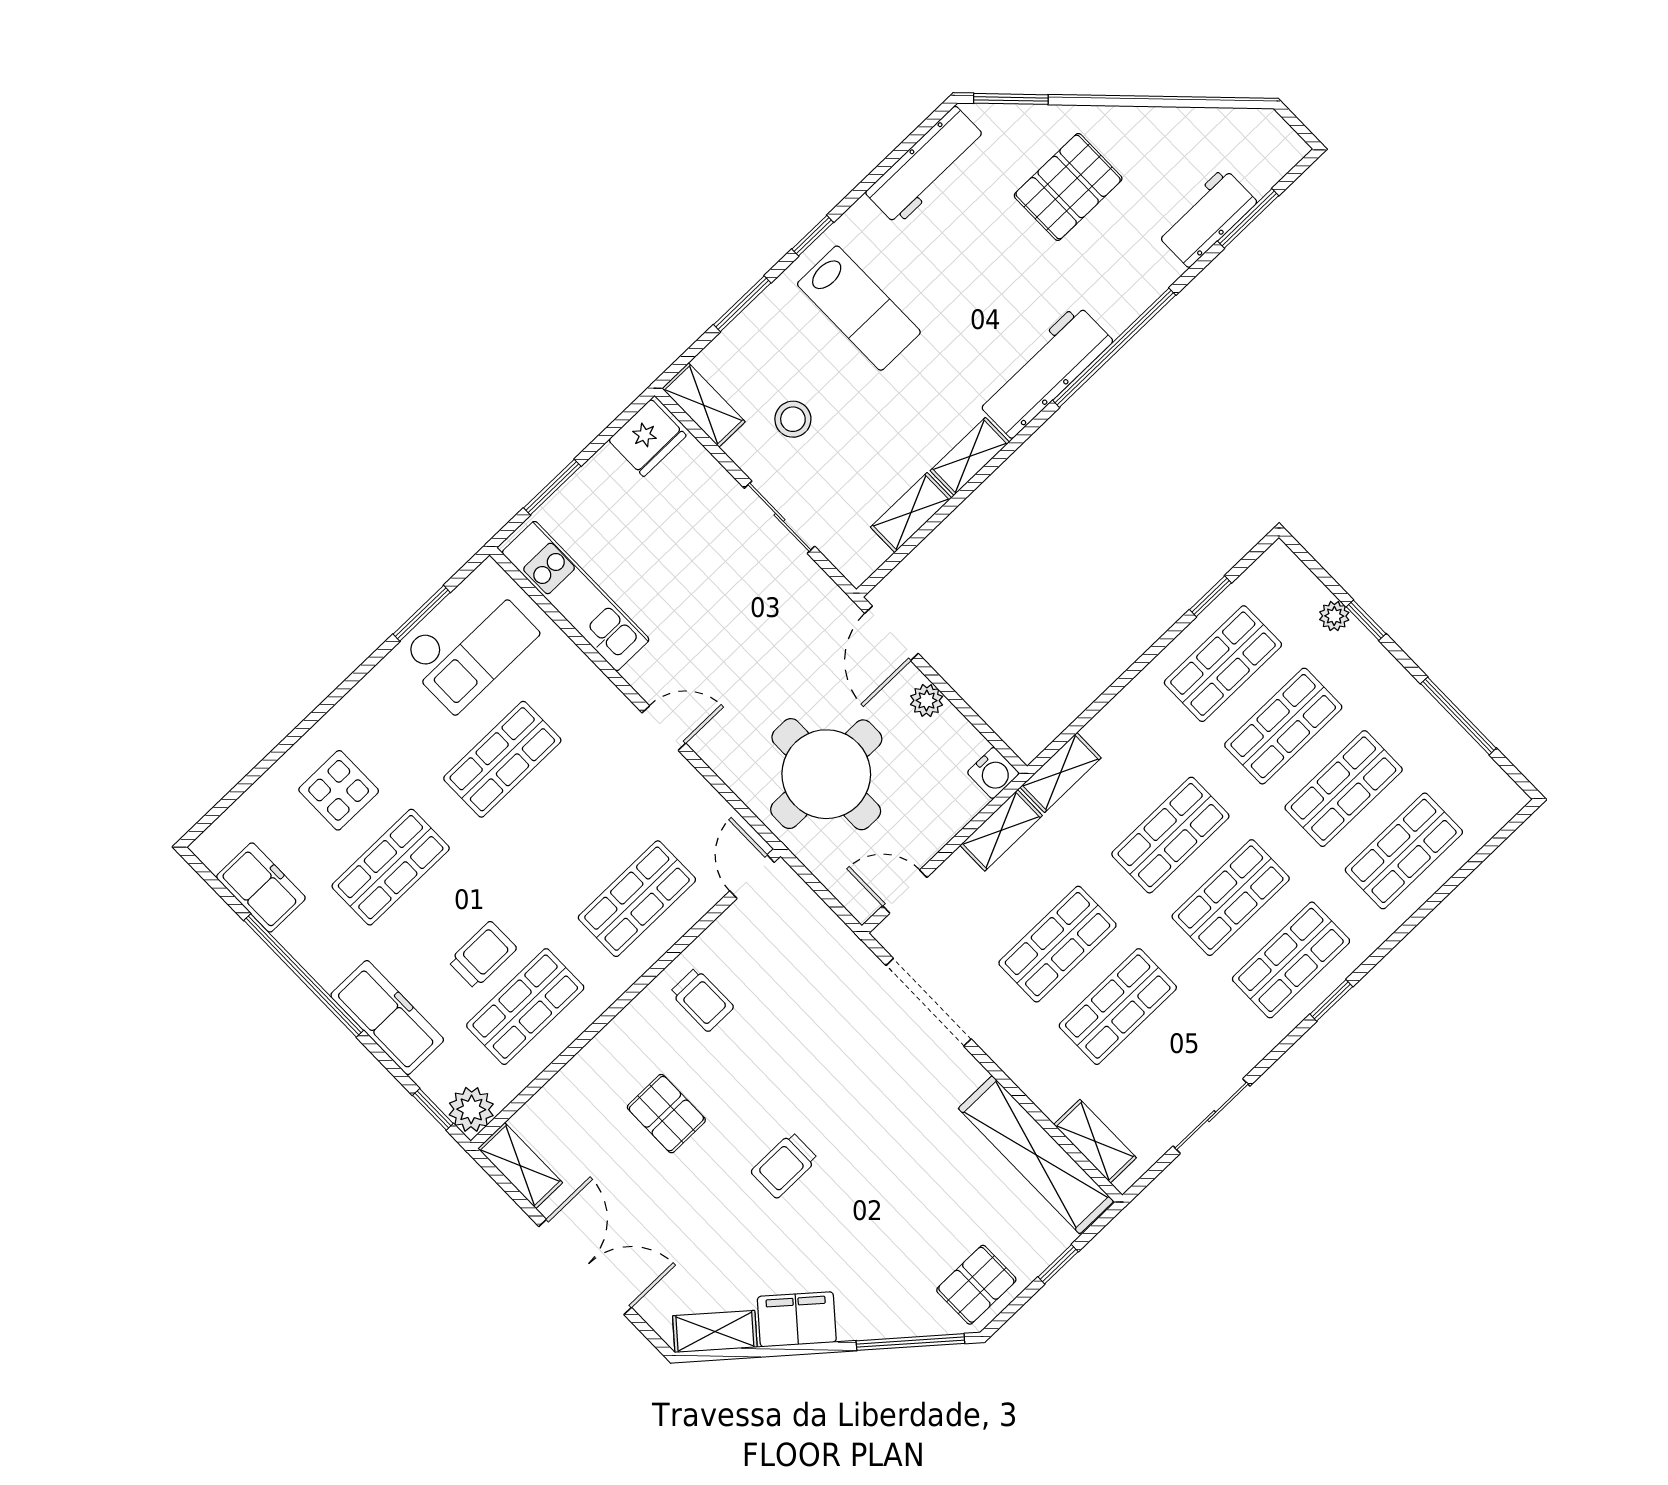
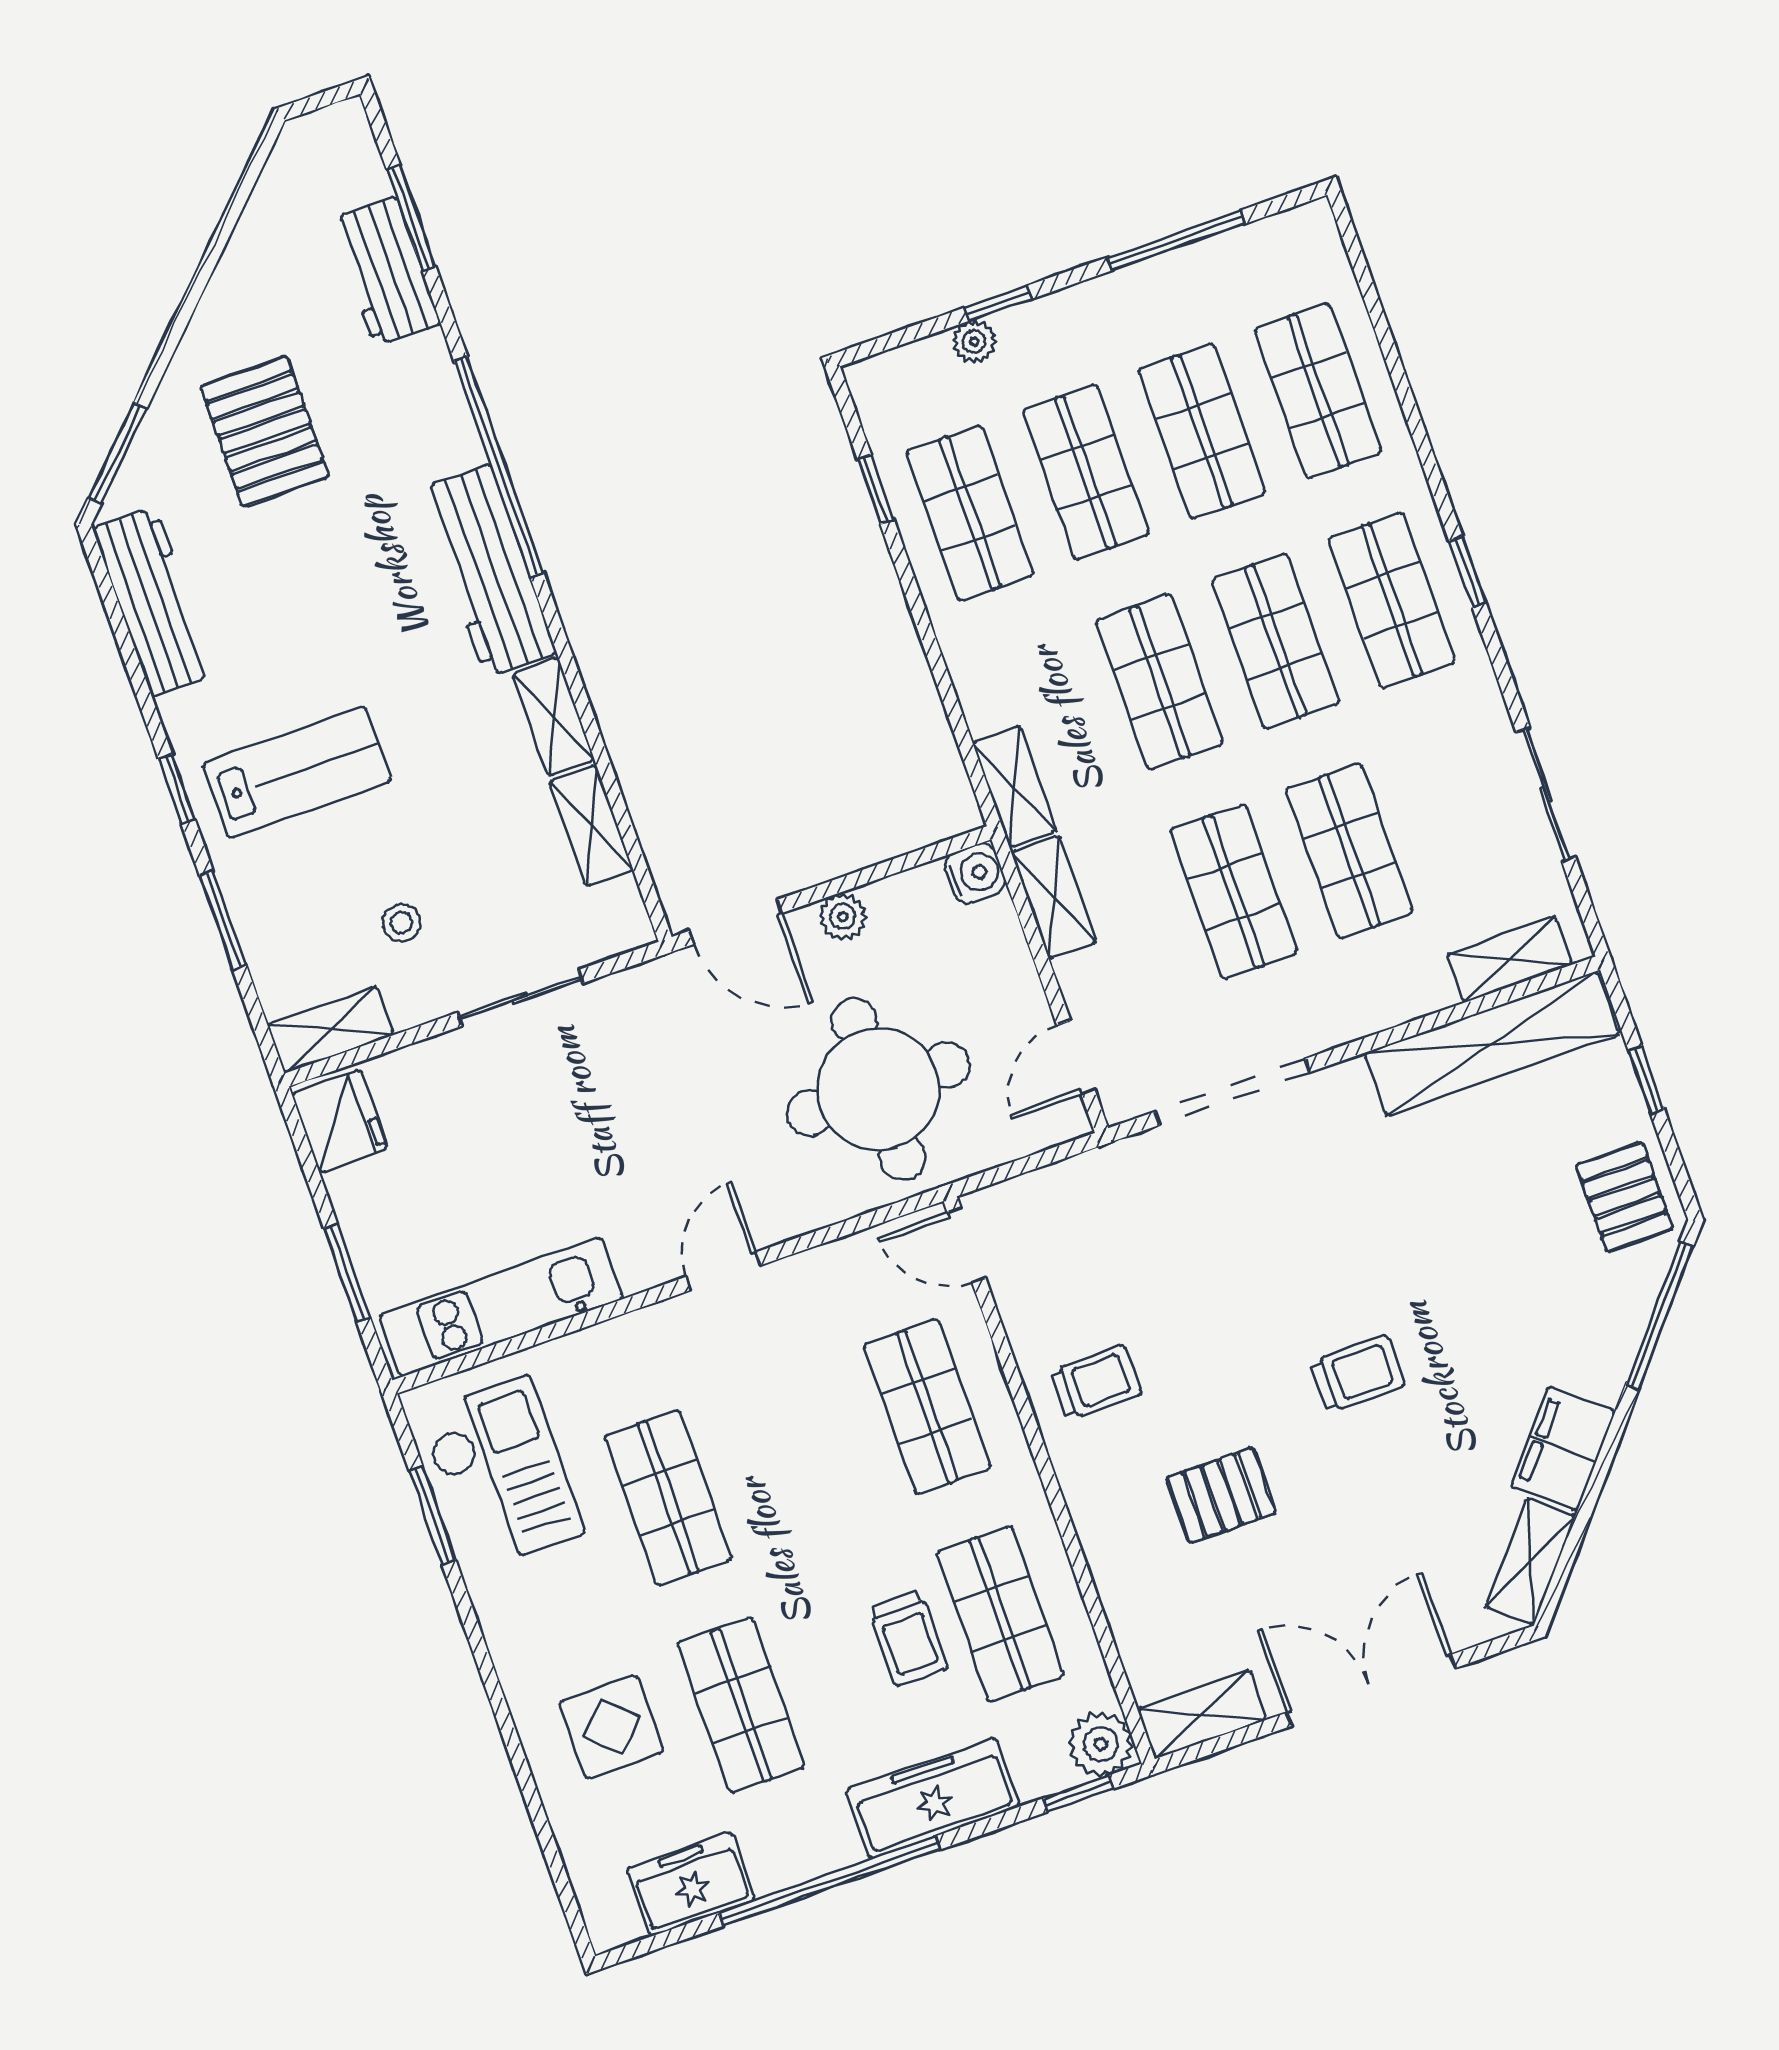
stool: (793, 419) -> (401, 923), width x0.73, depth x0.73
trolley: (483, 955) -> (908, 1638), turned 180
trolley: (784, 1165) -> (1357, 1374), turned -90

